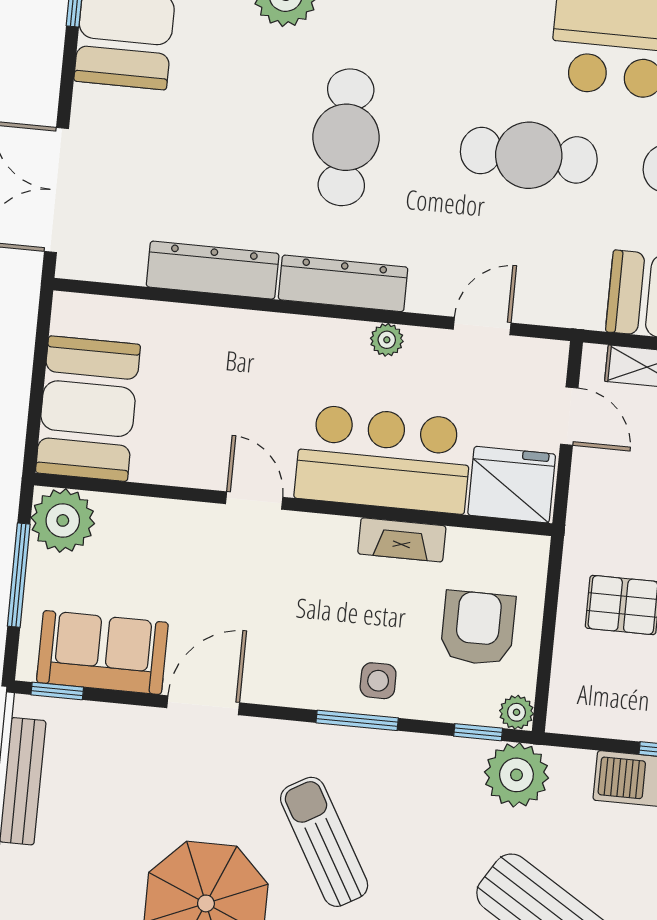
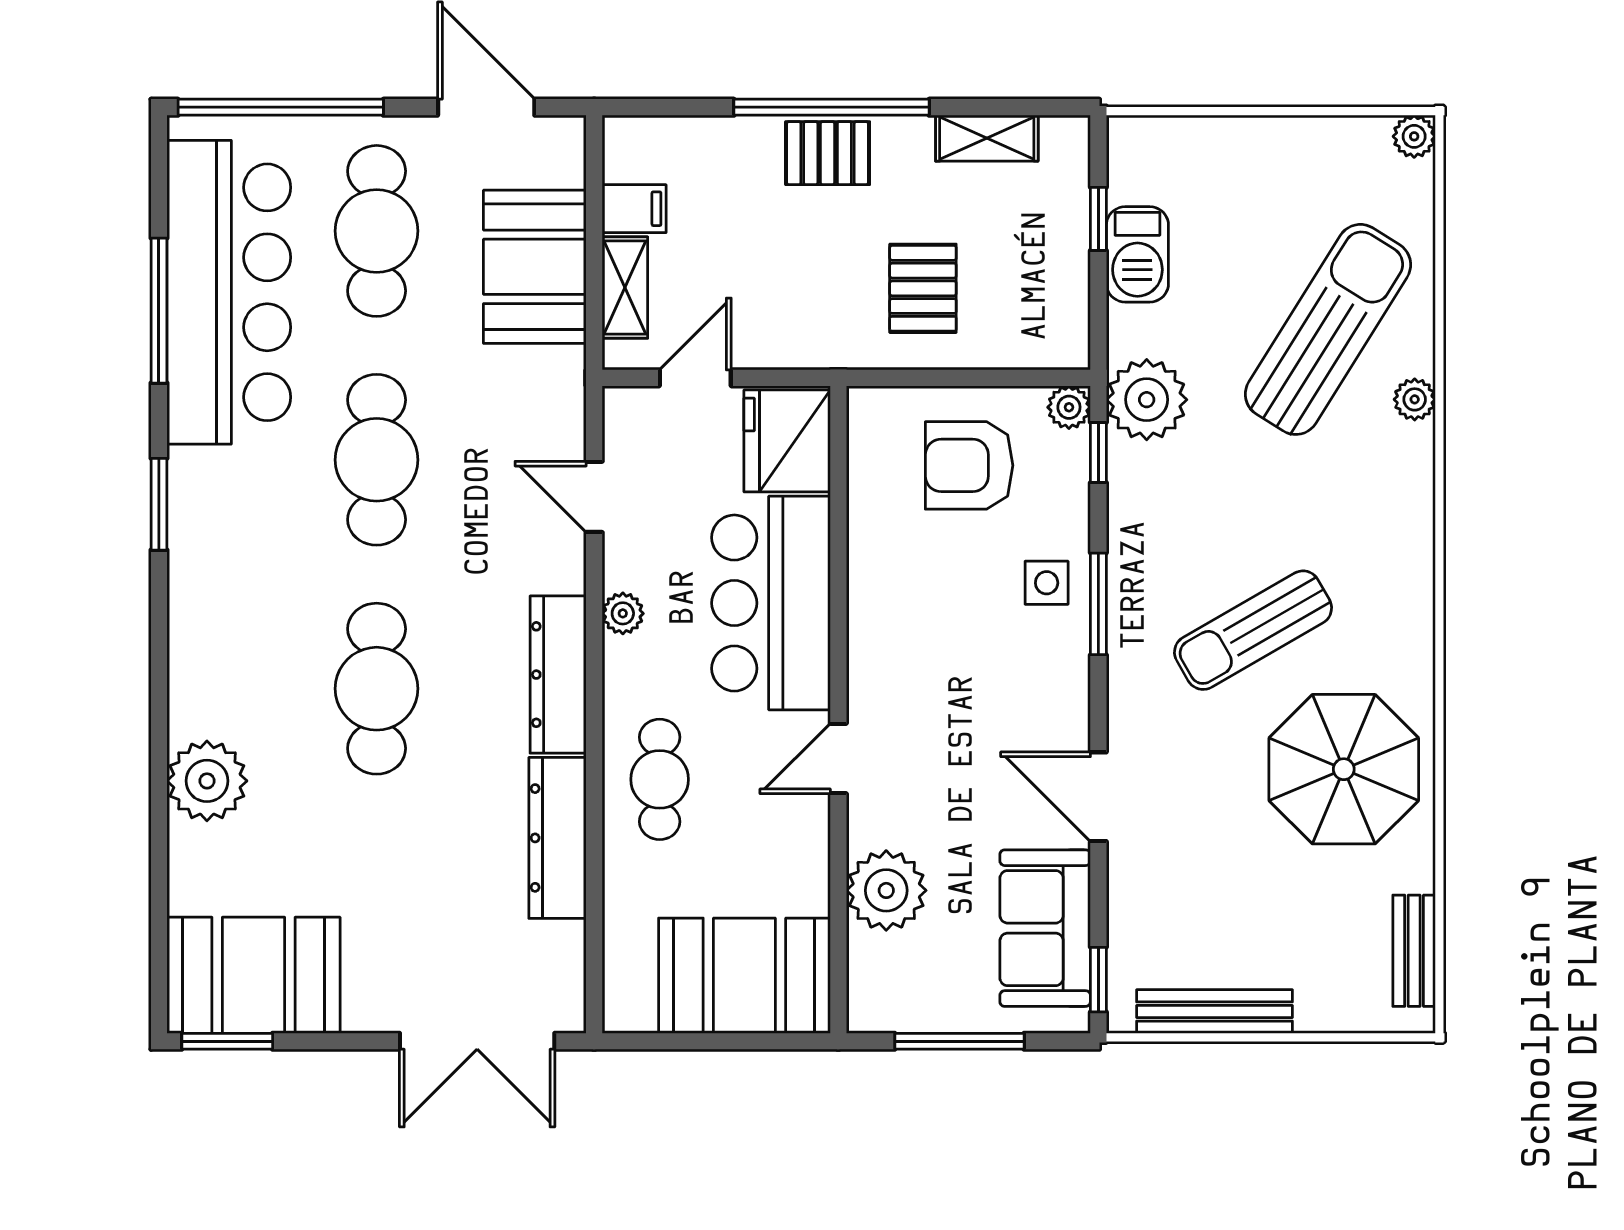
cafe table: (346, 137) -> (377, 689), turned 90
cafe table: (251, 356) -> (660, 779), added
plant: (63, 520) -> (886, 890), moved
fireplace: (402, 540) -> (869, 570), removed

